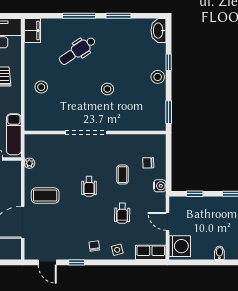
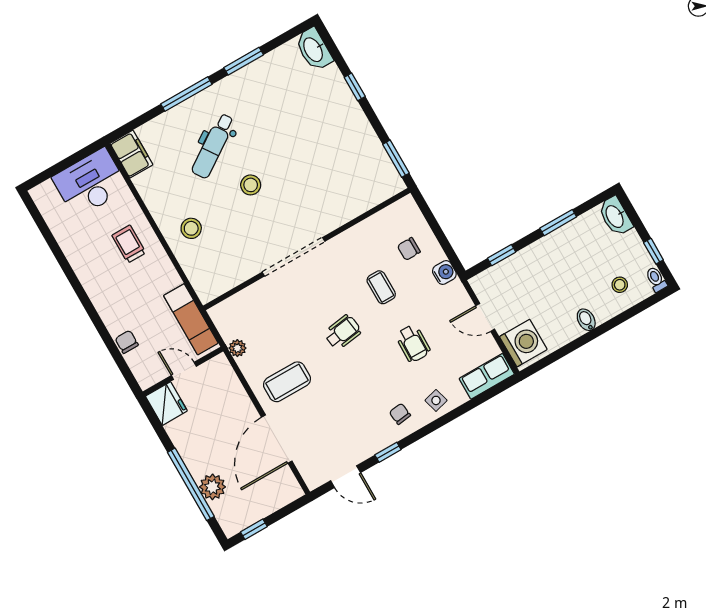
stool: (158, 77) -> (351, 117), removed
stool: (107, 89) -> (251, 185), moved
wheelchair: (89, 186) -> (343, 332), turned -98

